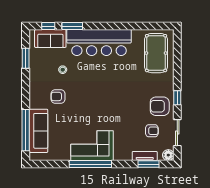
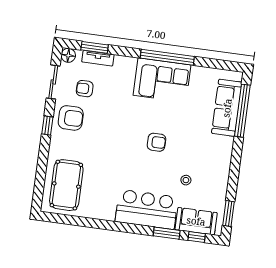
bar counter: (99, 43) -> (147, 209), width x0.73
window: (26, 58) -> (229, 214), moved
armchair: (58, 96) -> (156, 142), moved

